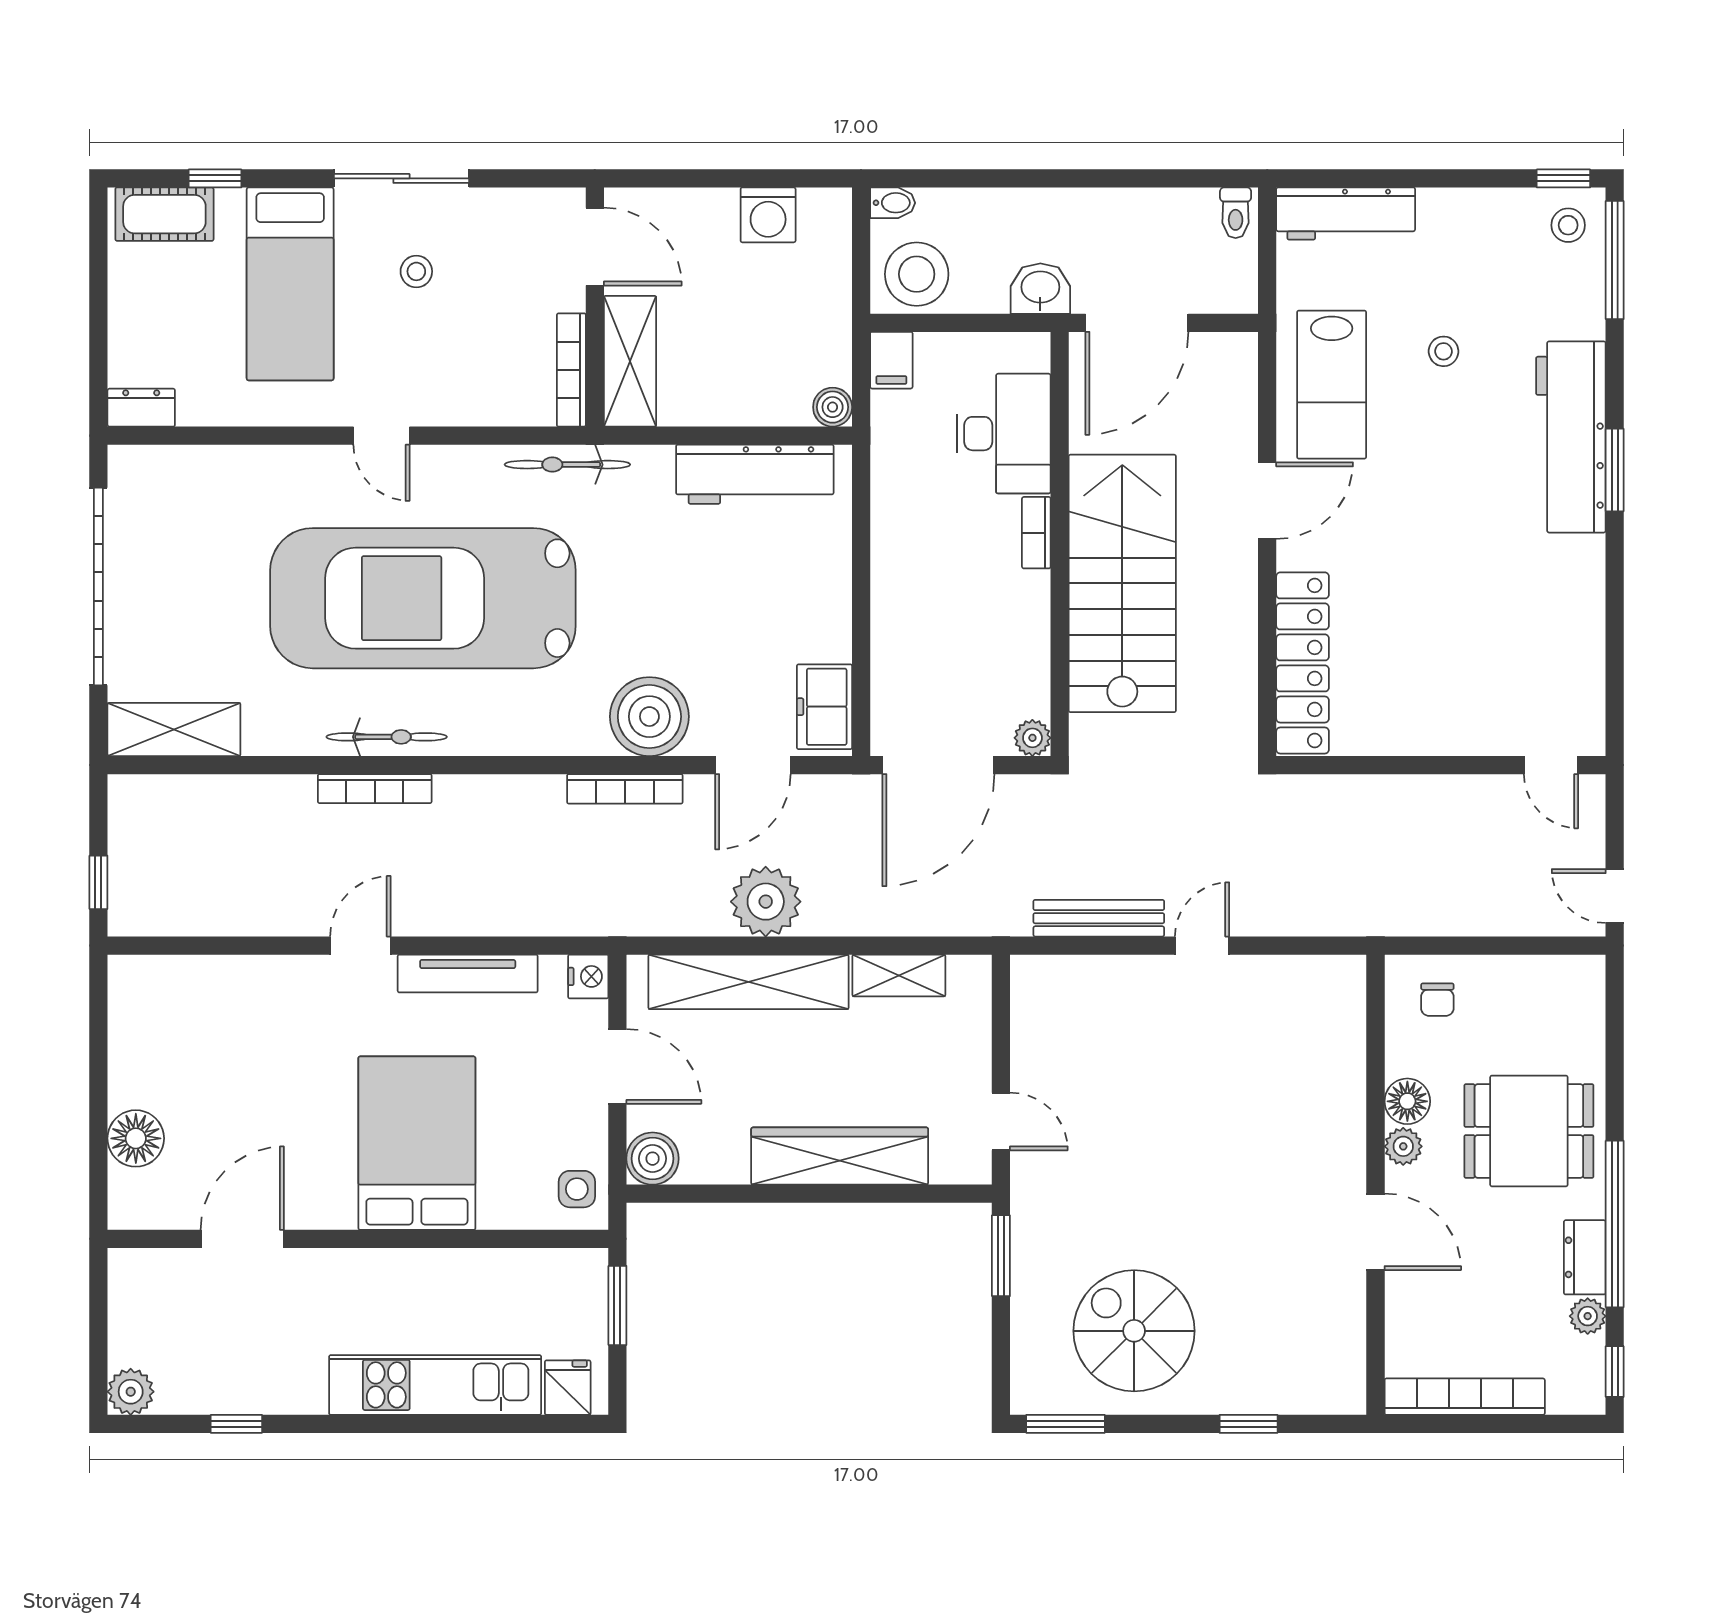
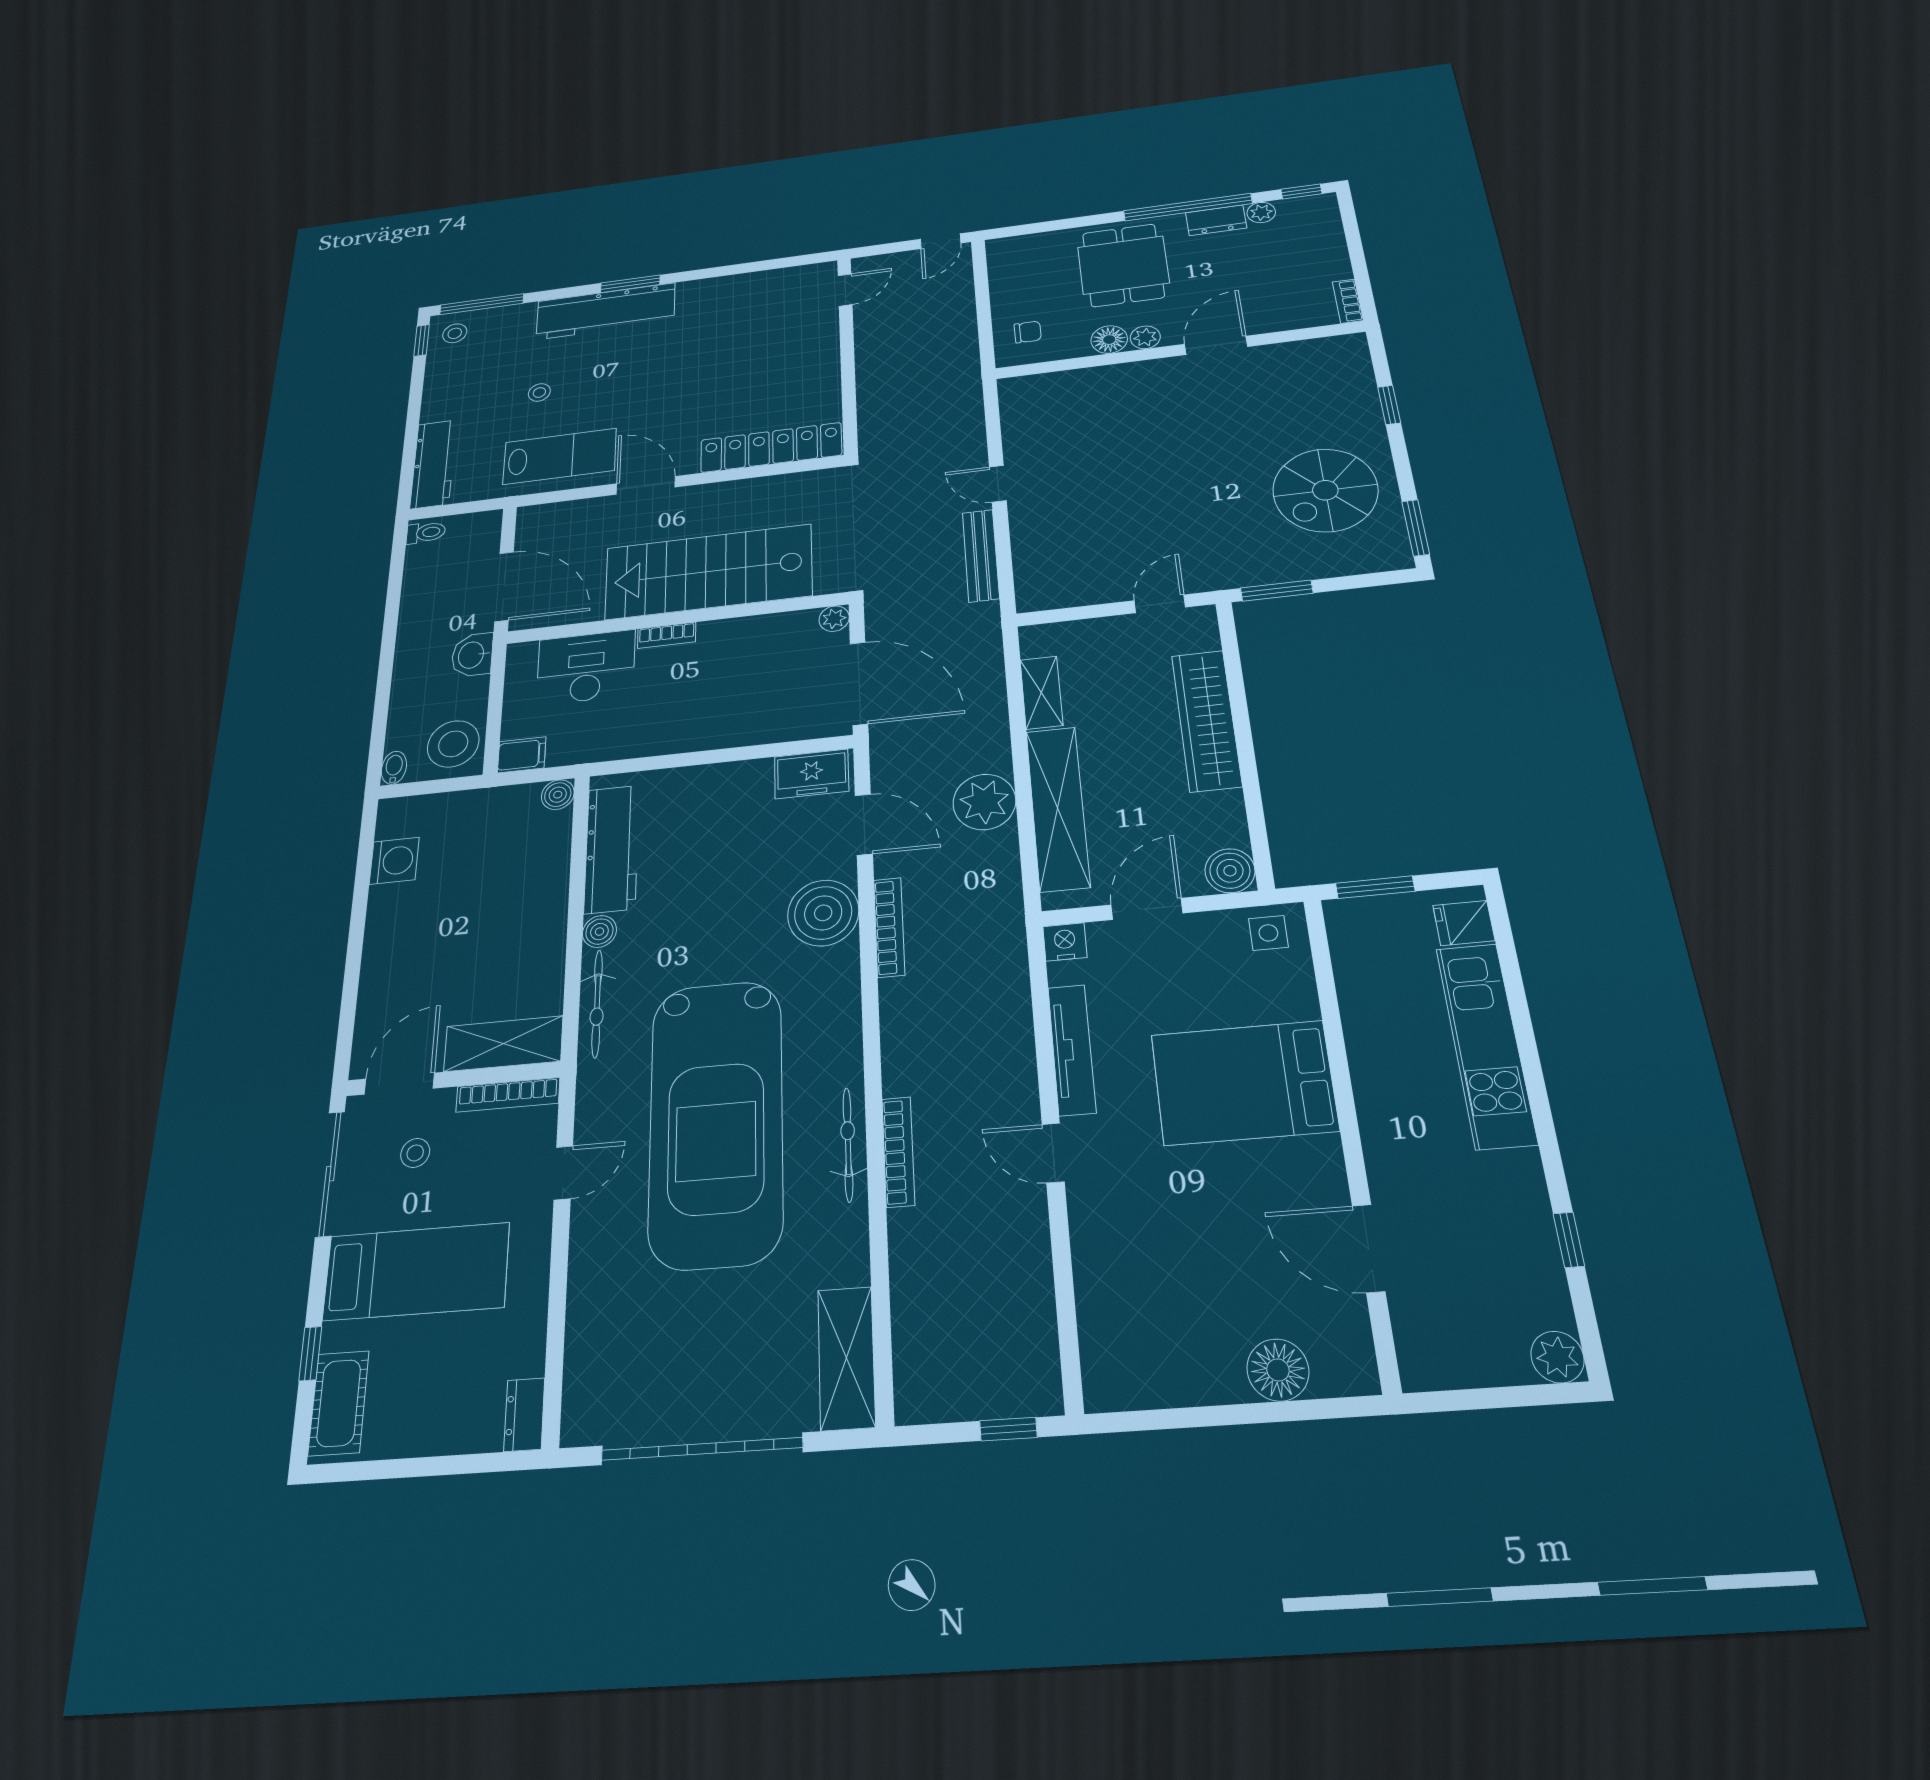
door: (595, 247) -> (399, 1084), moved
wall: (595, 307) -> (453, 1079), moved
shelving: (630, 361) -> (503, 1044), moved
bookcase: (571, 370) -> (508, 1095), moved
boiler: (653, 464) -> (599, 932), added
bookcase: (1465, 1397) -> (1348, 301), width x0.43, depth x0.76

